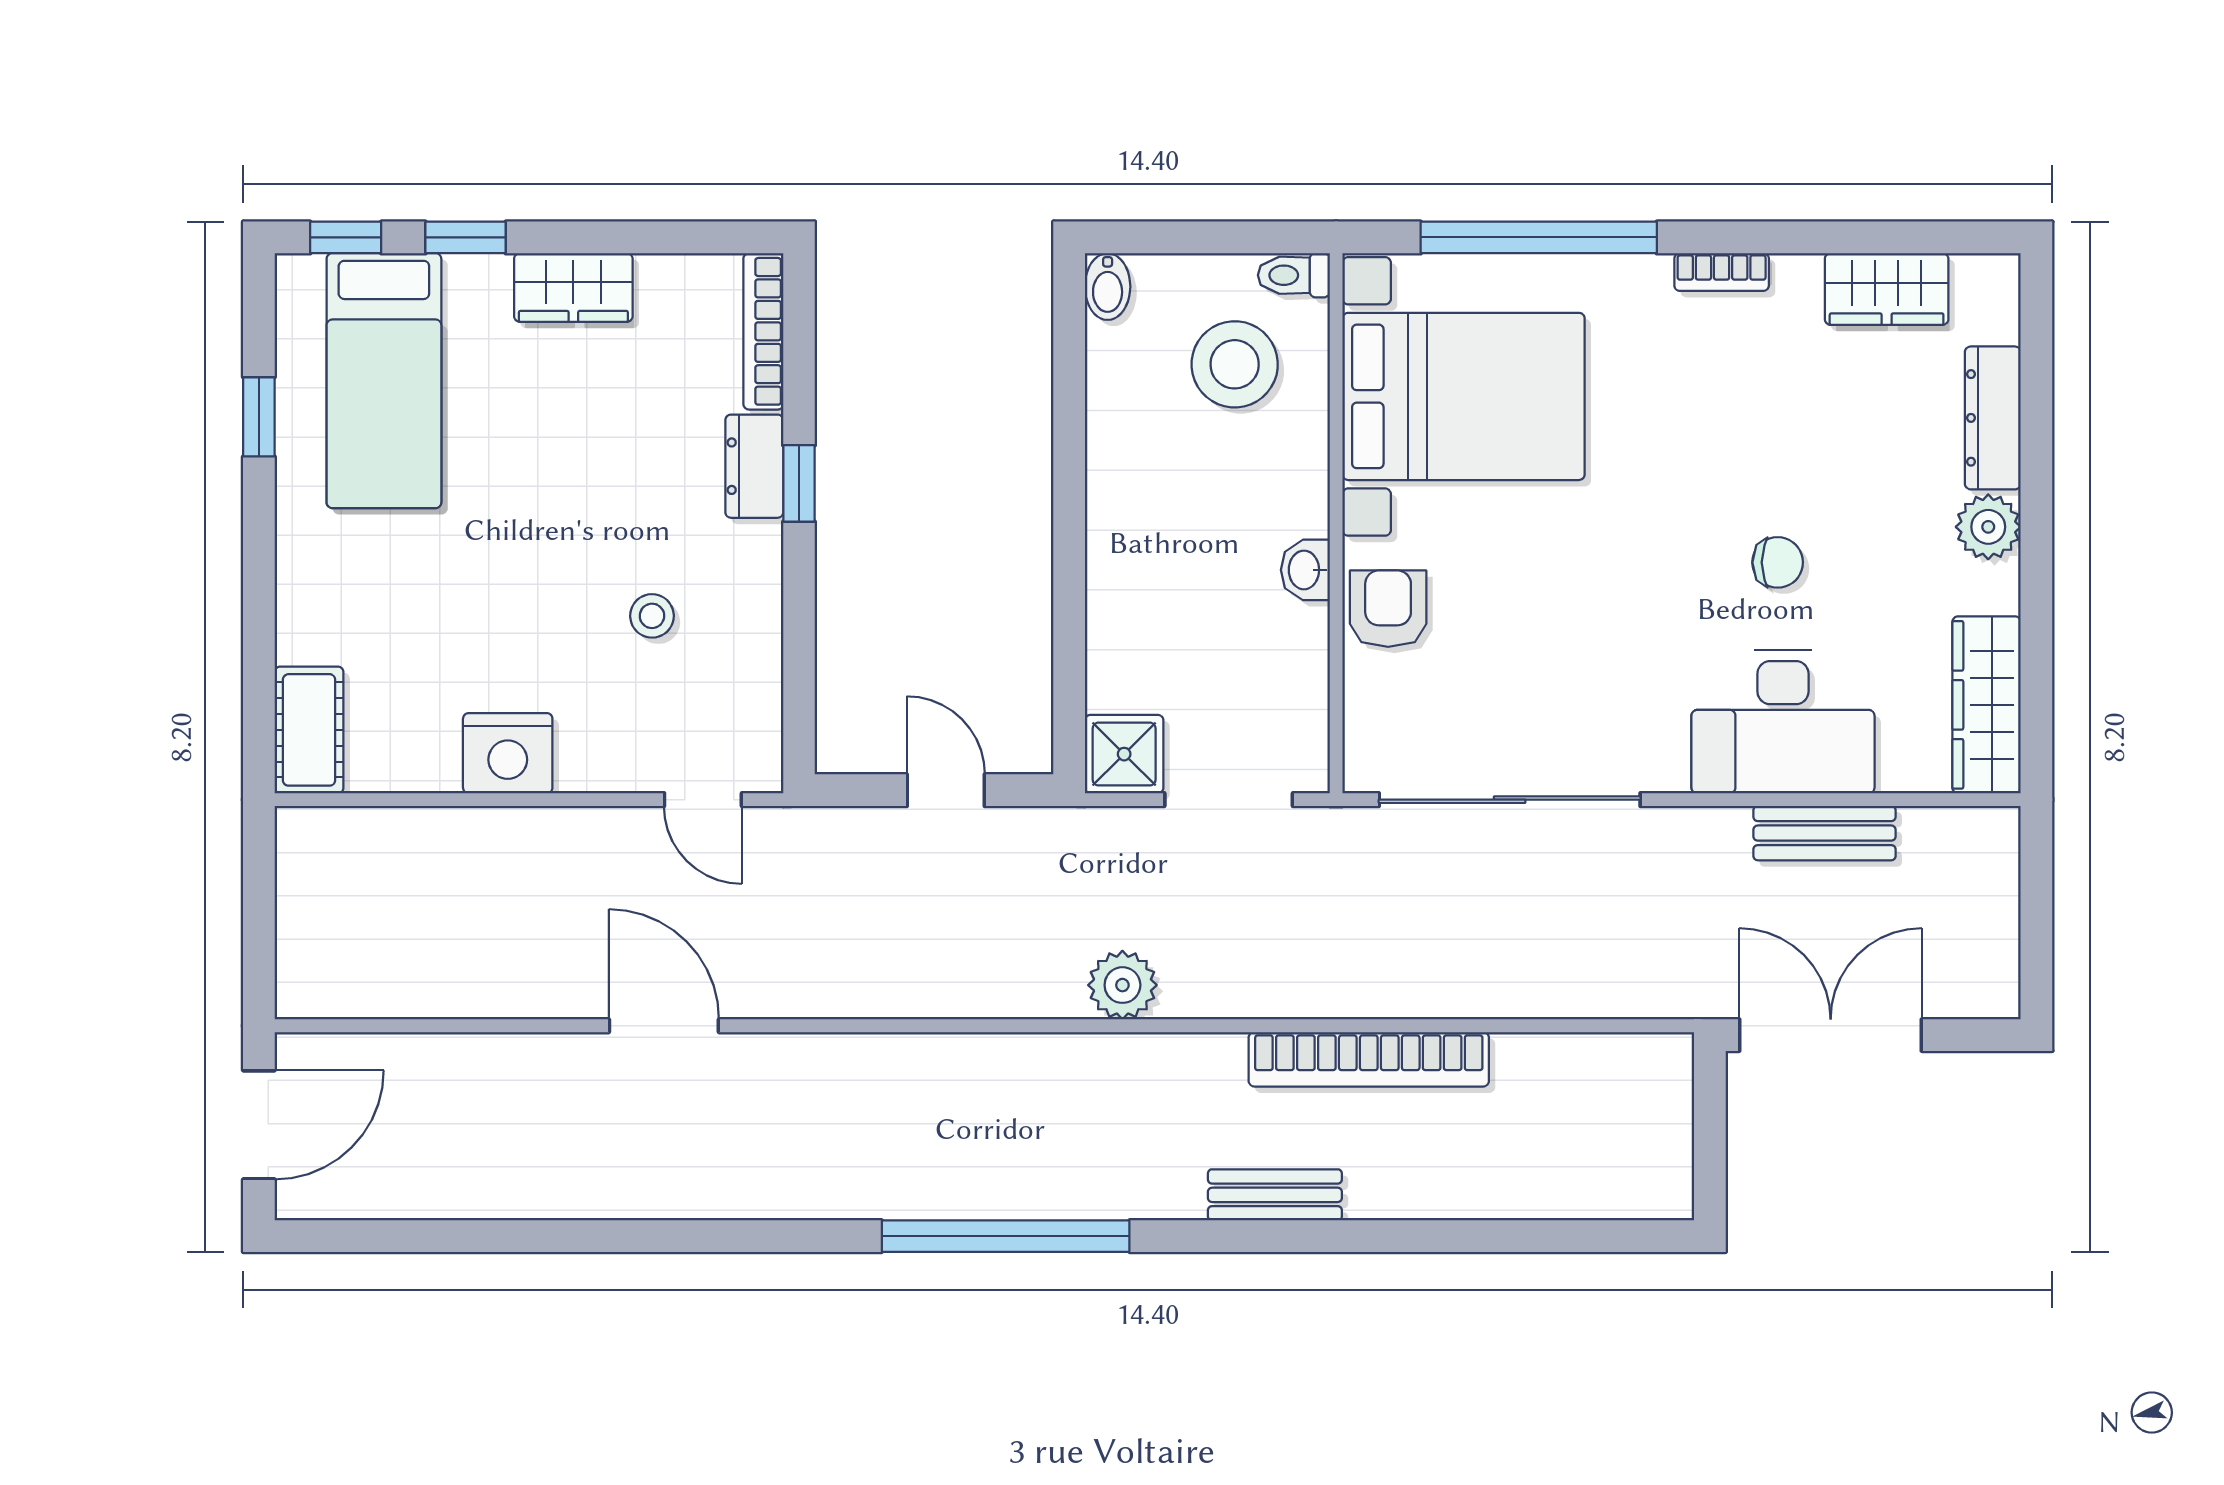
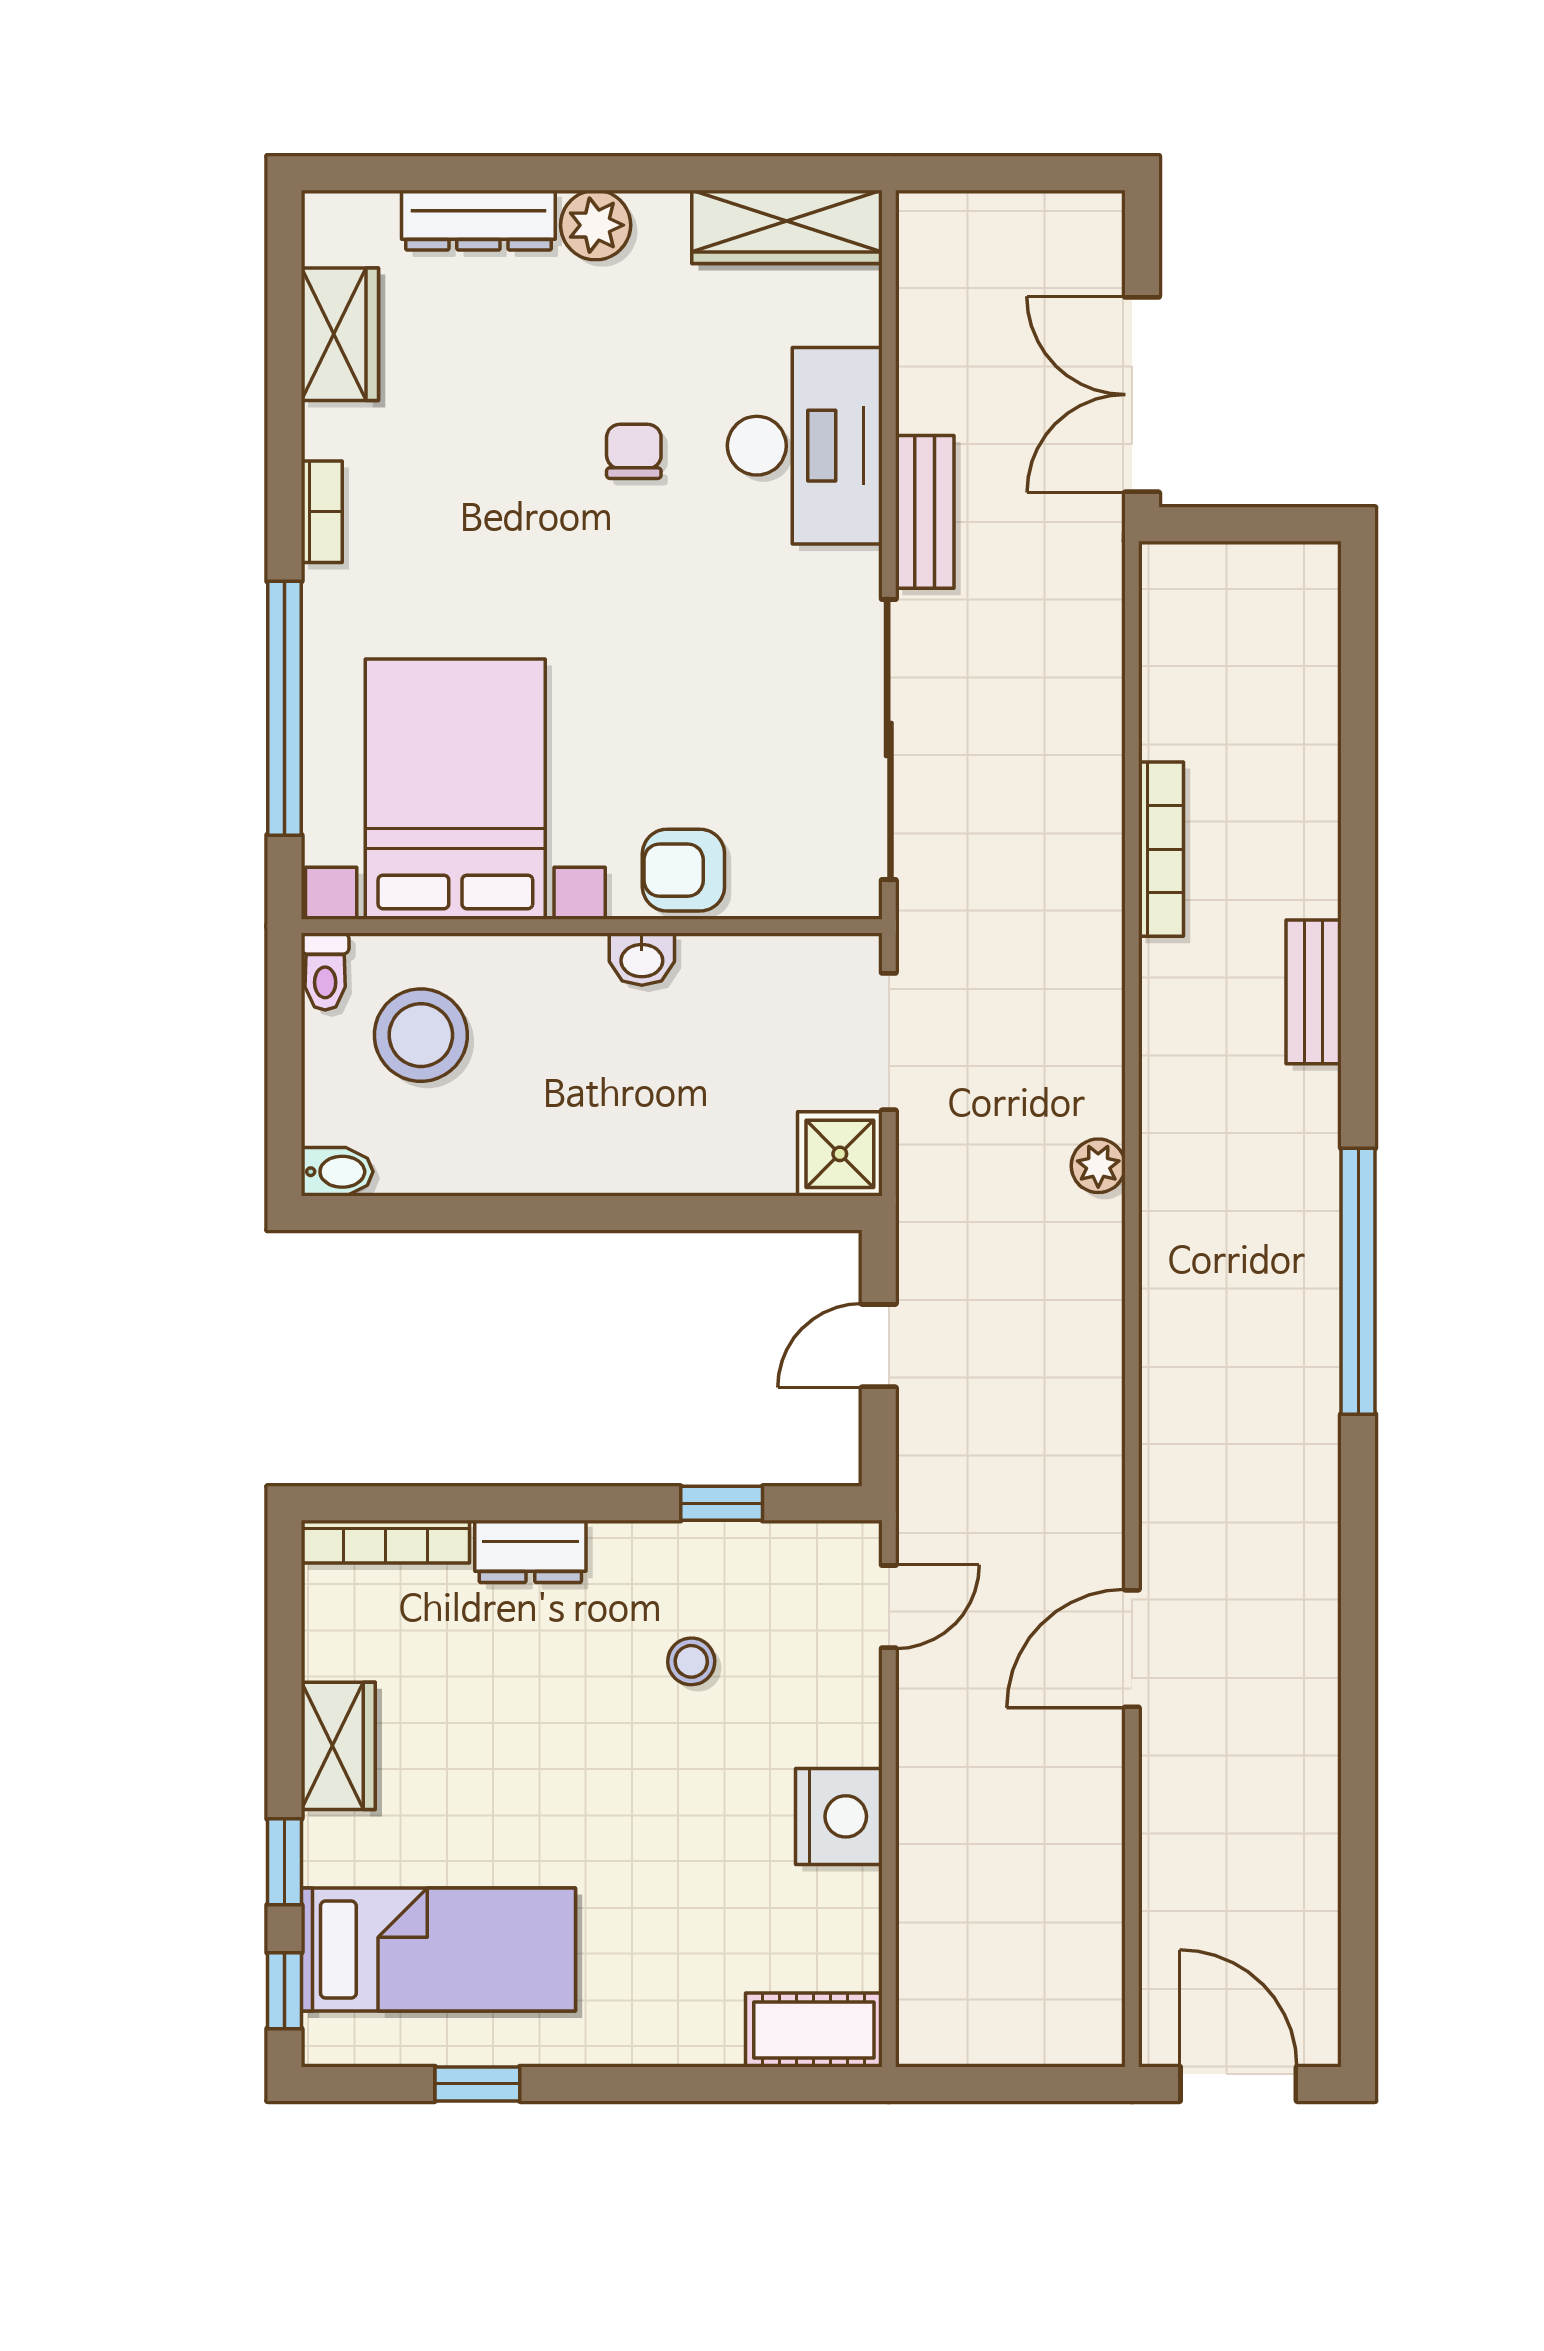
window: (799, 483) -> (722, 1503), moved
bench: (1824, 833) -> (925, 512), moved
plant: (1122, 985) -> (1098, 1166), width x0.73, depth x0.73
bookcase: (1369, 1059) -> (1161, 849), width x0.68, depth x0.76

